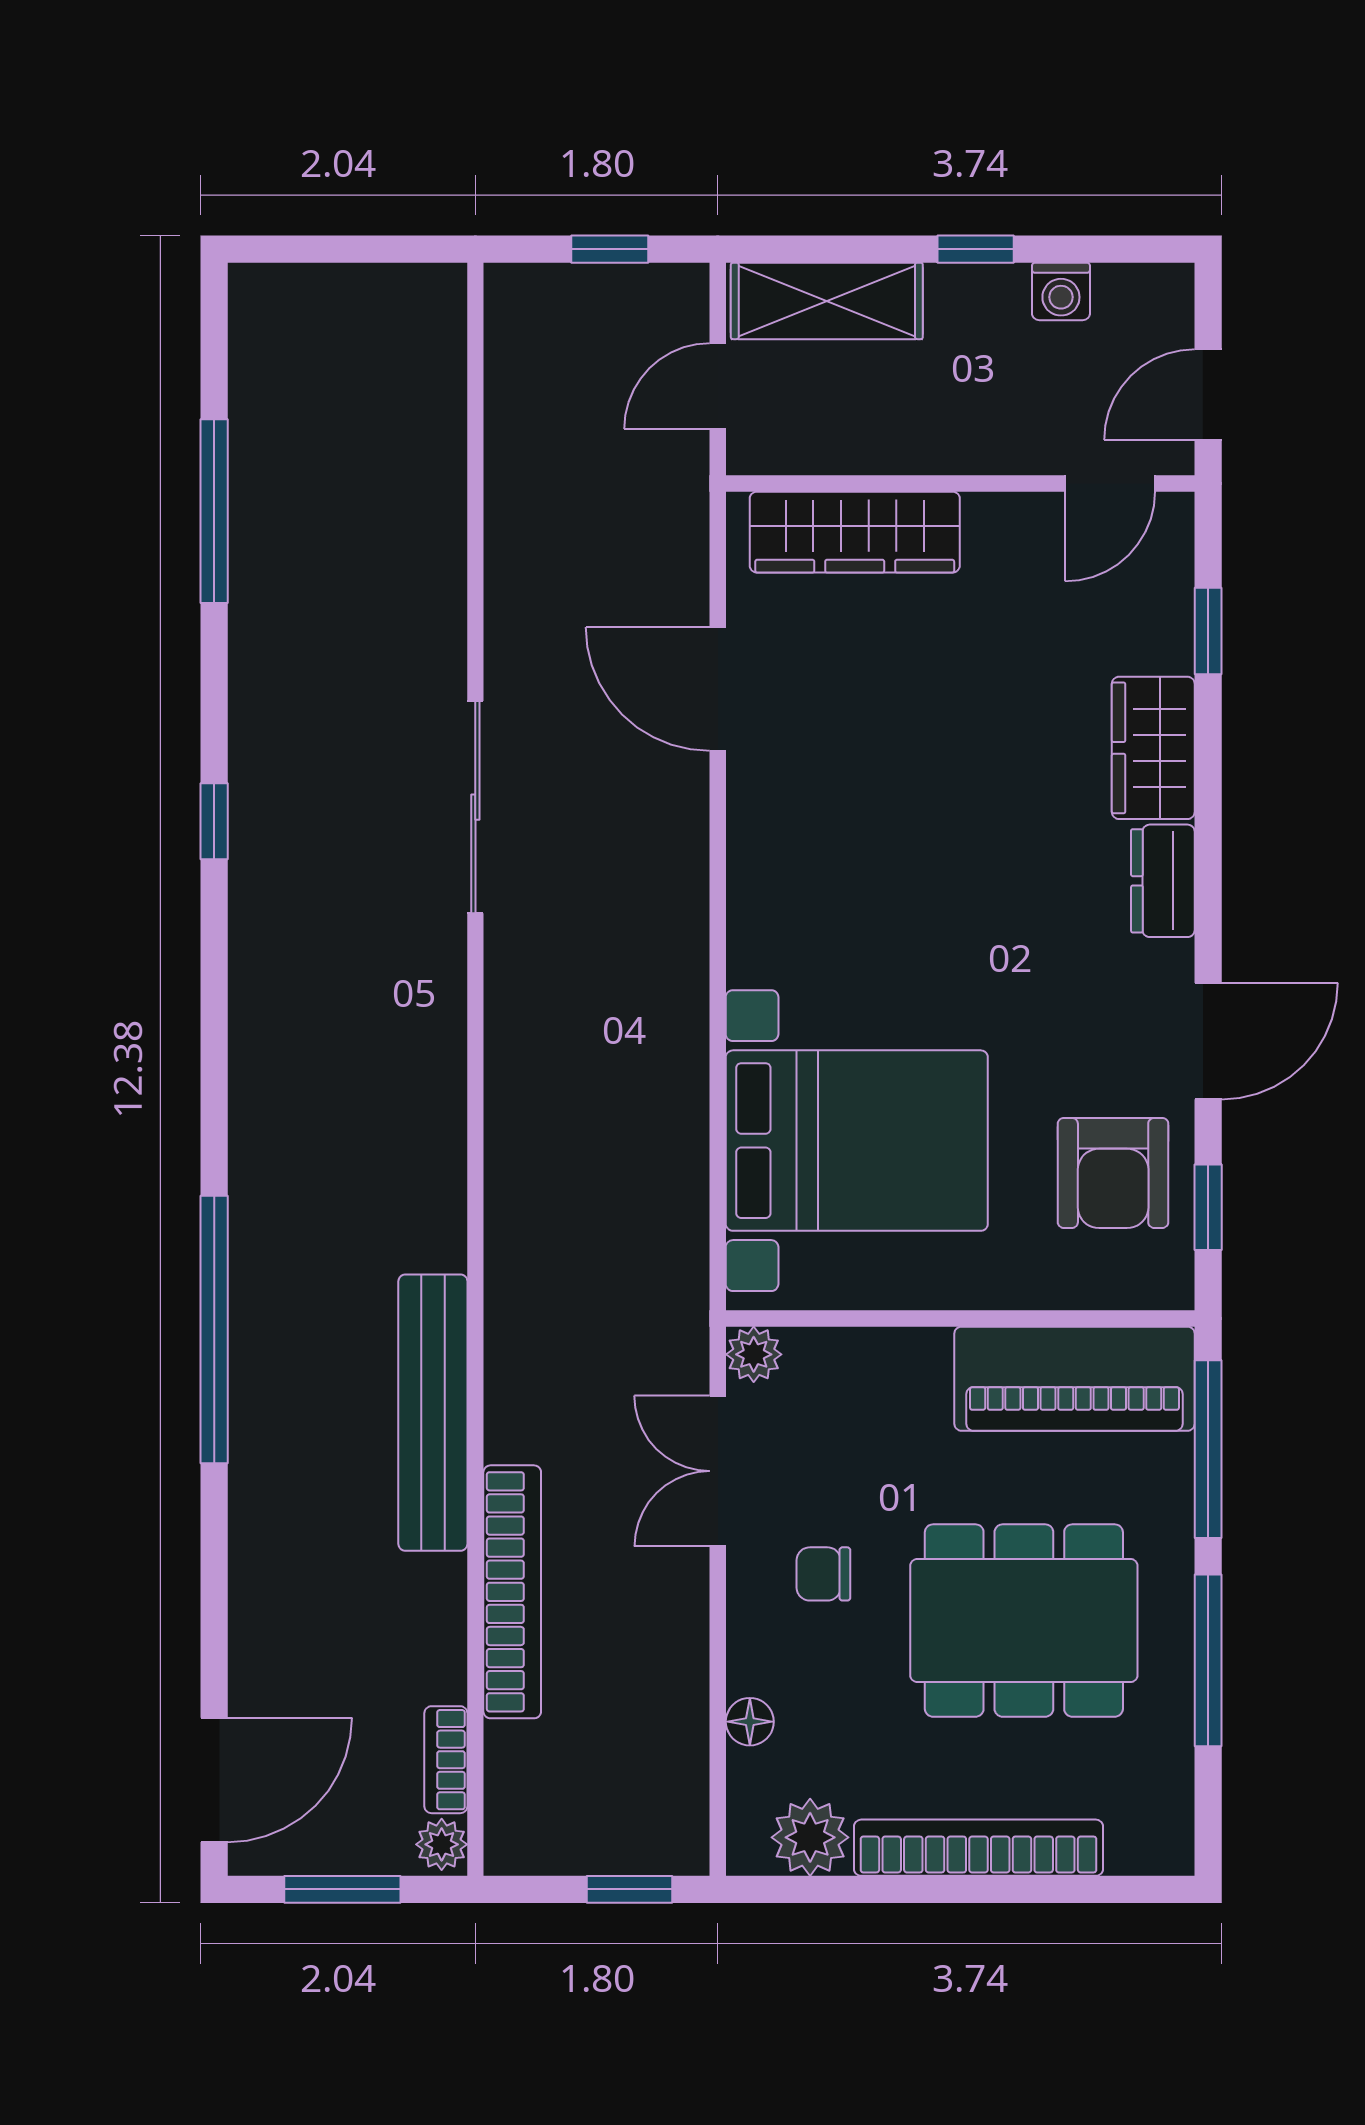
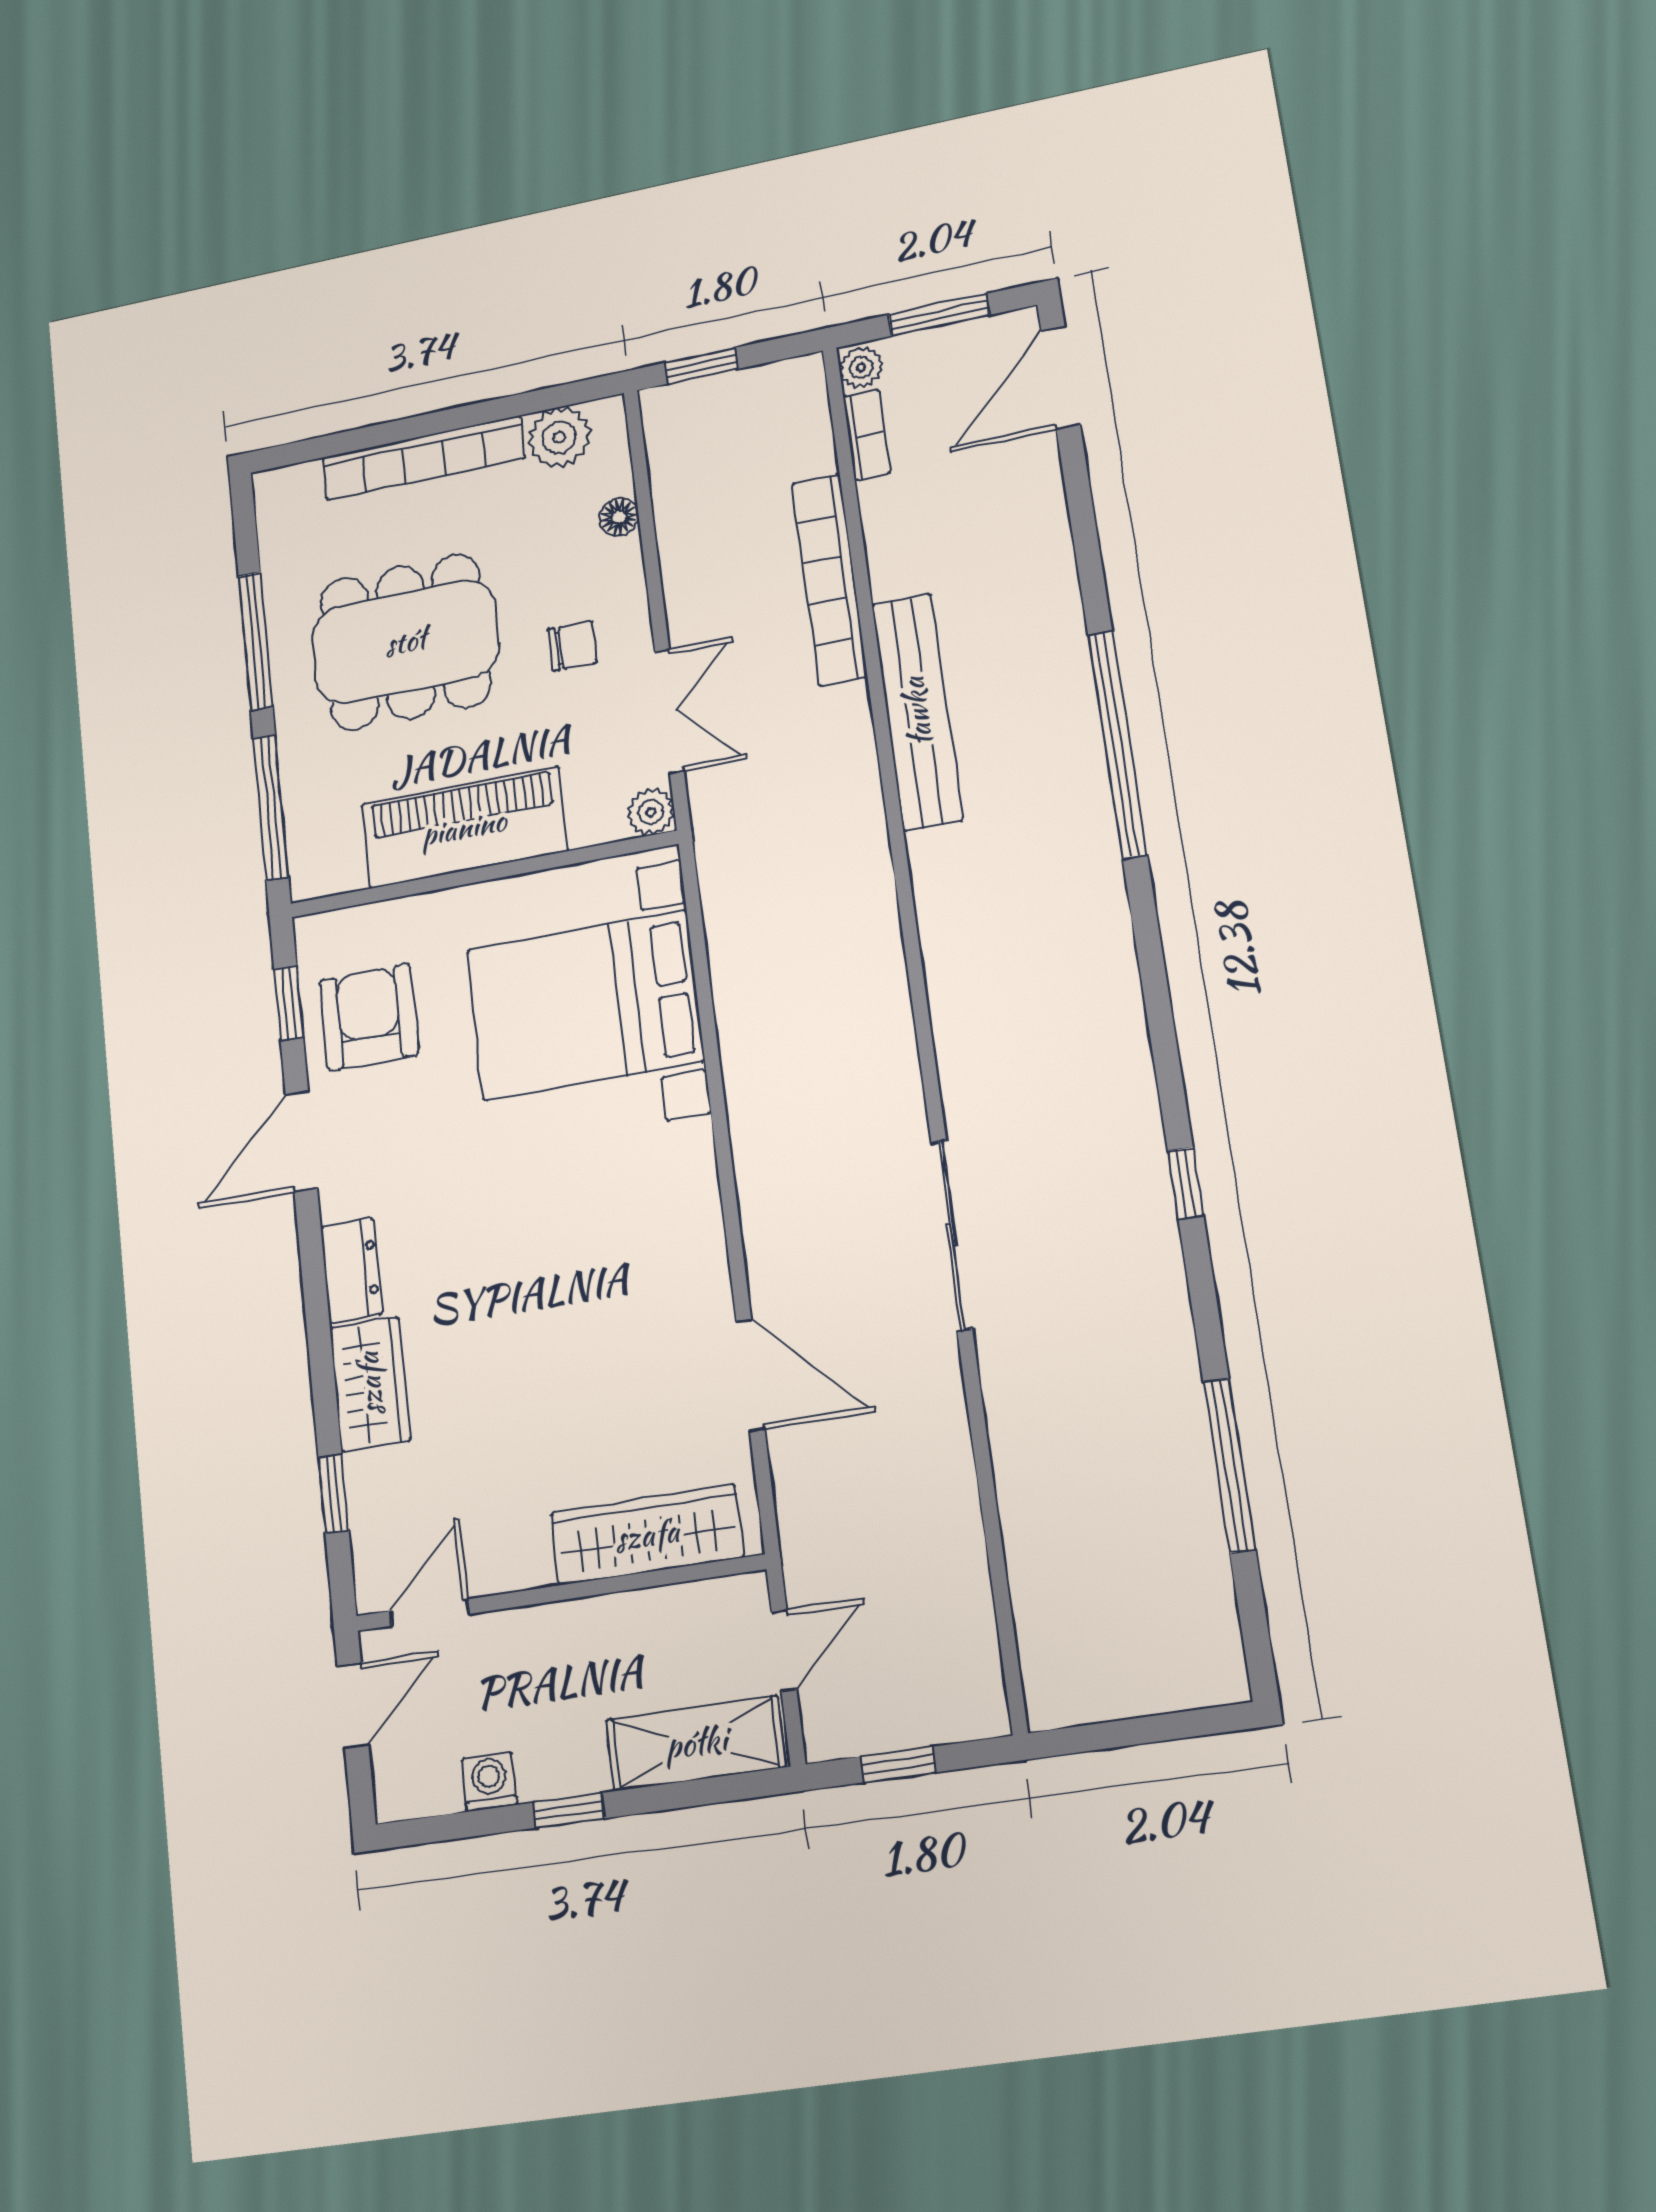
piano: (1074, 1379) -> (464, 828), moved

